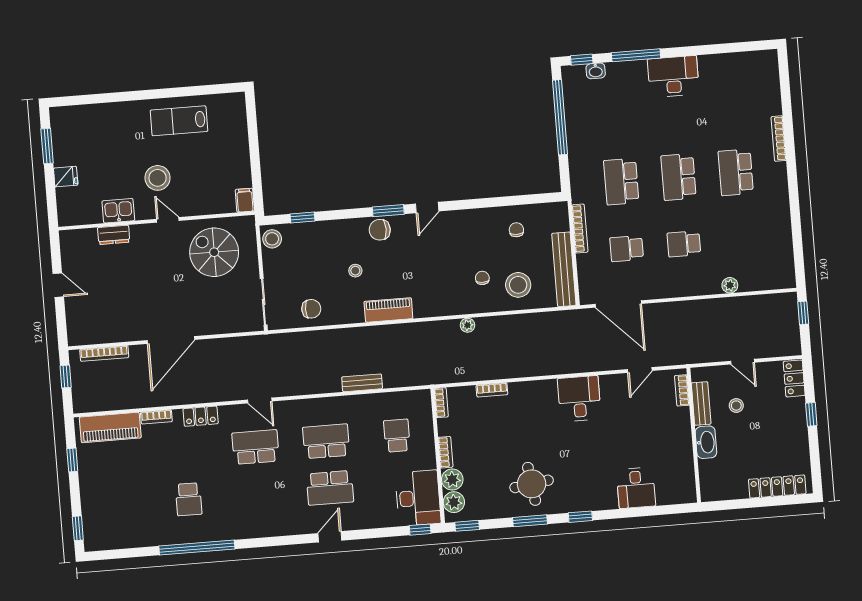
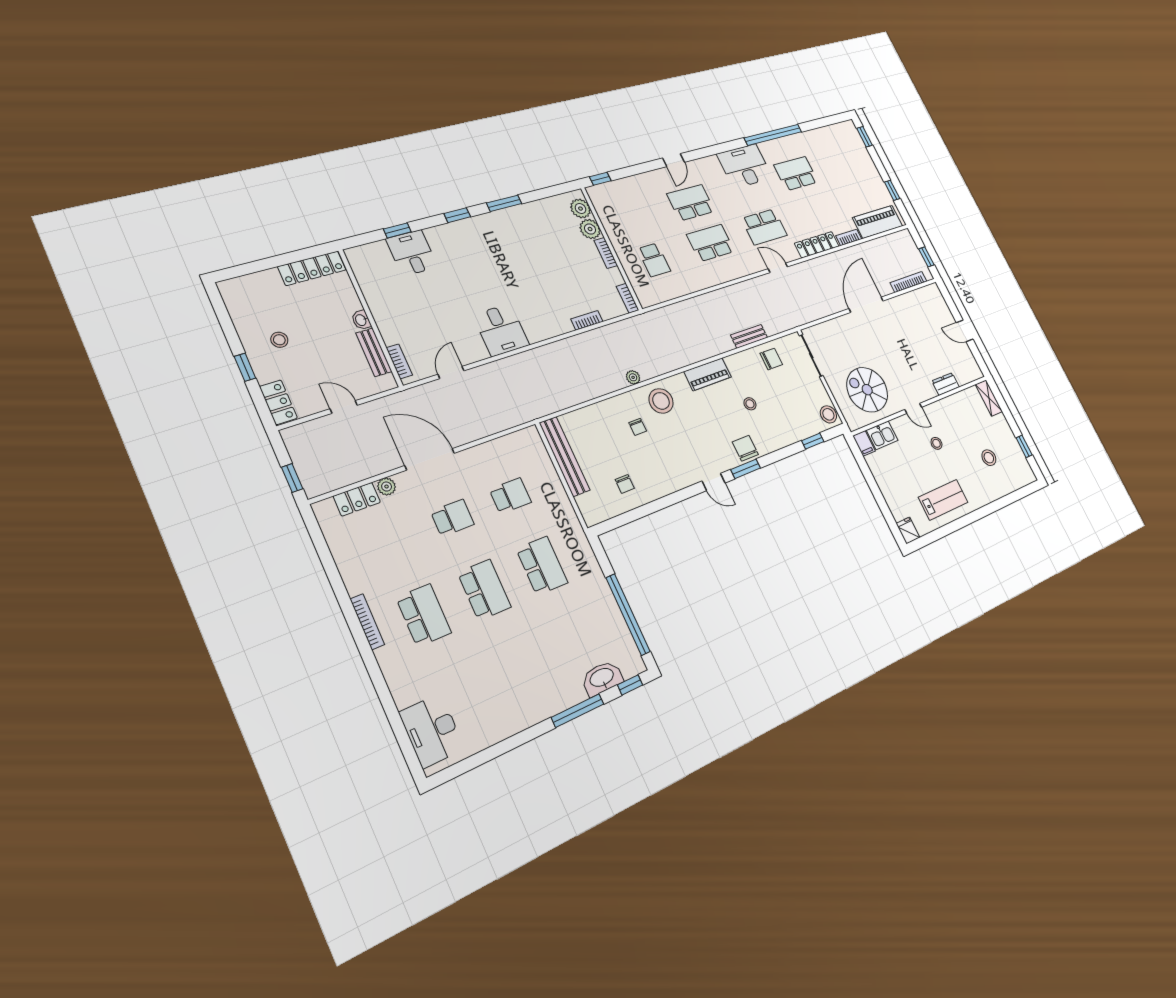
washbasin: (596, 71) -> (602, 678), width x1.91, depth x1.45
desk: (673, 76) -> (432, 731), moved, turned 90
bookcase: (779, 139) -> (367, 622), moved
window: (47, 146) -> (1024, 446), width x0.67
stool: (99, 147) -> (989, 458), added
fridge: (66, 177) -> (908, 530), moved, turned 90
stool: (158, 178) -> (936, 443), width x0.53, depth x0.53
shelving: (65, 207) -> (989, 398), added
door: (427, 207) -> (714, 482), swing flipped
kitchen sink: (118, 211) -> (882, 435), moved
bookcase: (580, 229) -> (565, 503), removed
chair: (380, 230) -> (745, 448), turned -90
spiral stairs: (214, 252) -> (867, 390), turned 180
locker: (758, 281) -> (357, 499), added
stool: (518, 285) -> (661, 401), moved
door: (618, 304) -> (430, 459), moved
chair: (311, 309) -> (771, 359), turned 180
bench: (362, 383) -> (749, 336), moved
stool: (736, 406) -> (279, 340), moved
locker: (201, 416) -> (817, 245), width x1.53
school desk: (326, 441) -> (711, 243), turned 180
washbasin: (706, 442) -> (361, 320), width x0.52, depth x0.69
round table: (532, 484) -> (516, 238), removed
locker: (777, 487) -> (312, 268), moved
desk: (418, 498) -> (745, 166), moved, turned 90
school desk: (189, 499) -> (796, 174), width x1.85
window: (467, 526) -> (397, 230), moved

